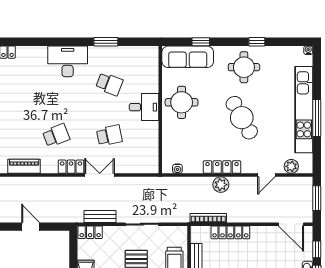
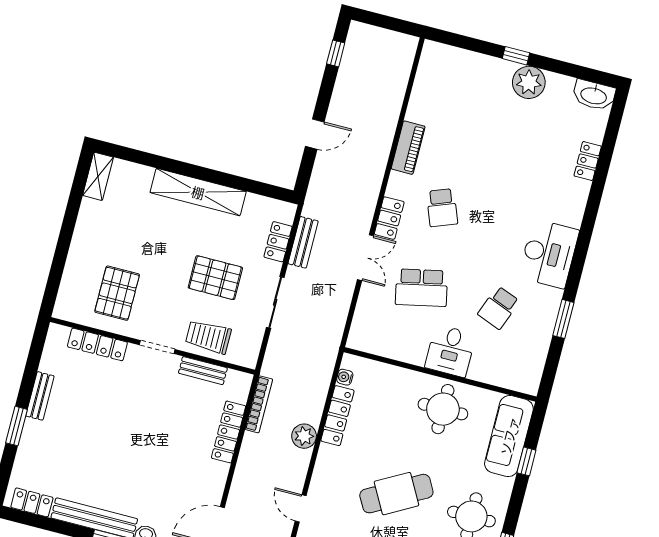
school desk: (109, 135) -> (421, 288), width x1.85
locker: (222, 167) -> (337, 416), moved
locker: (90, 232) -> (278, 242), moved

